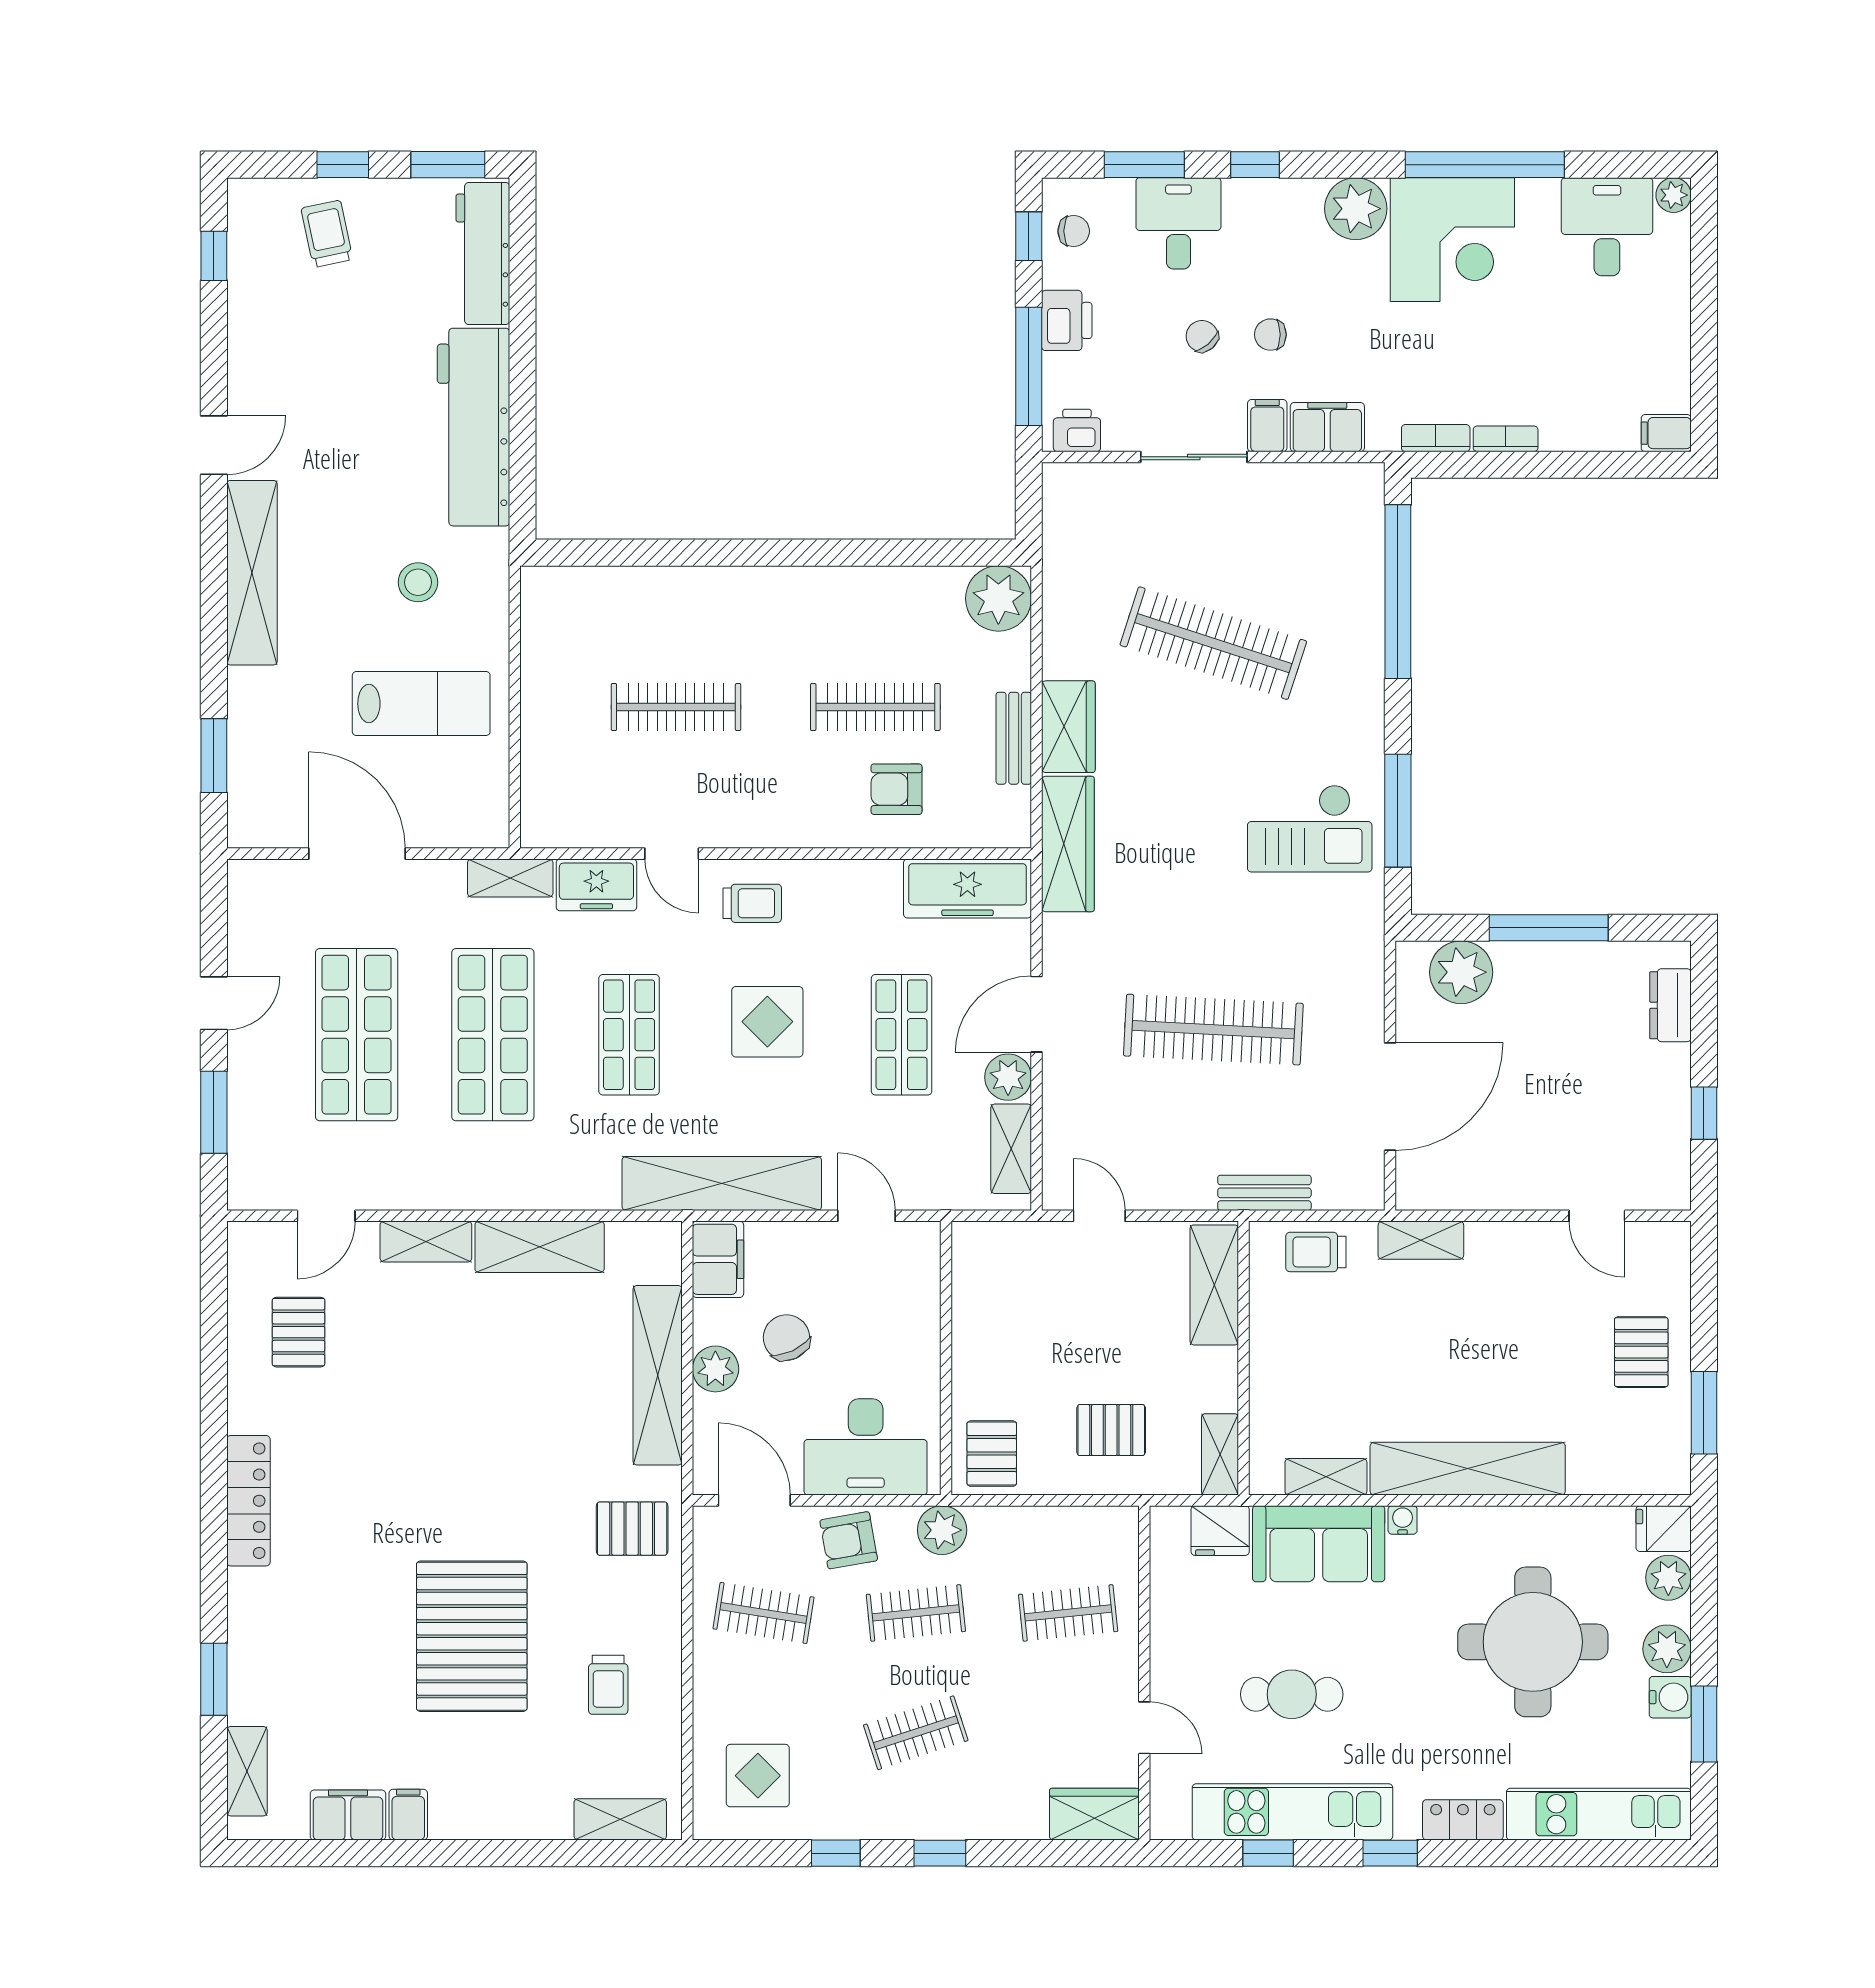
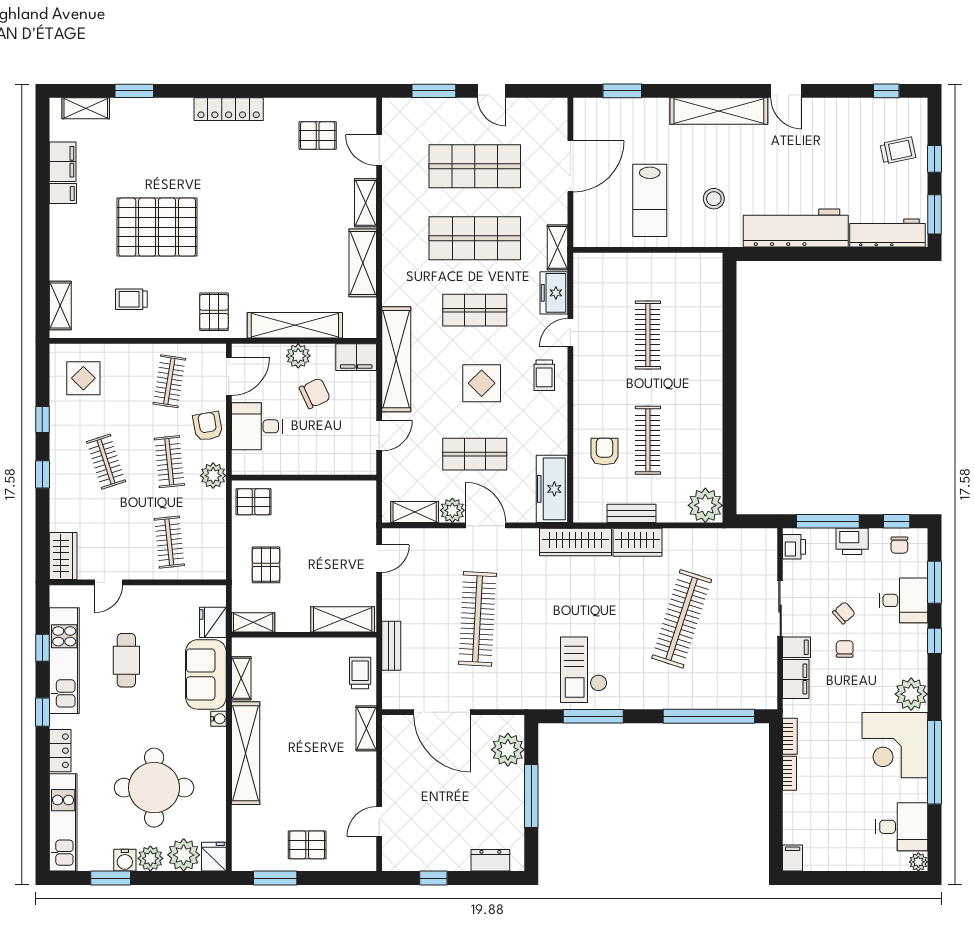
desk: (866, 1447) -> (257, 426), width x0.73
plant: (1668, 1578) -> (184, 855), width x1.36, depth x1.36

